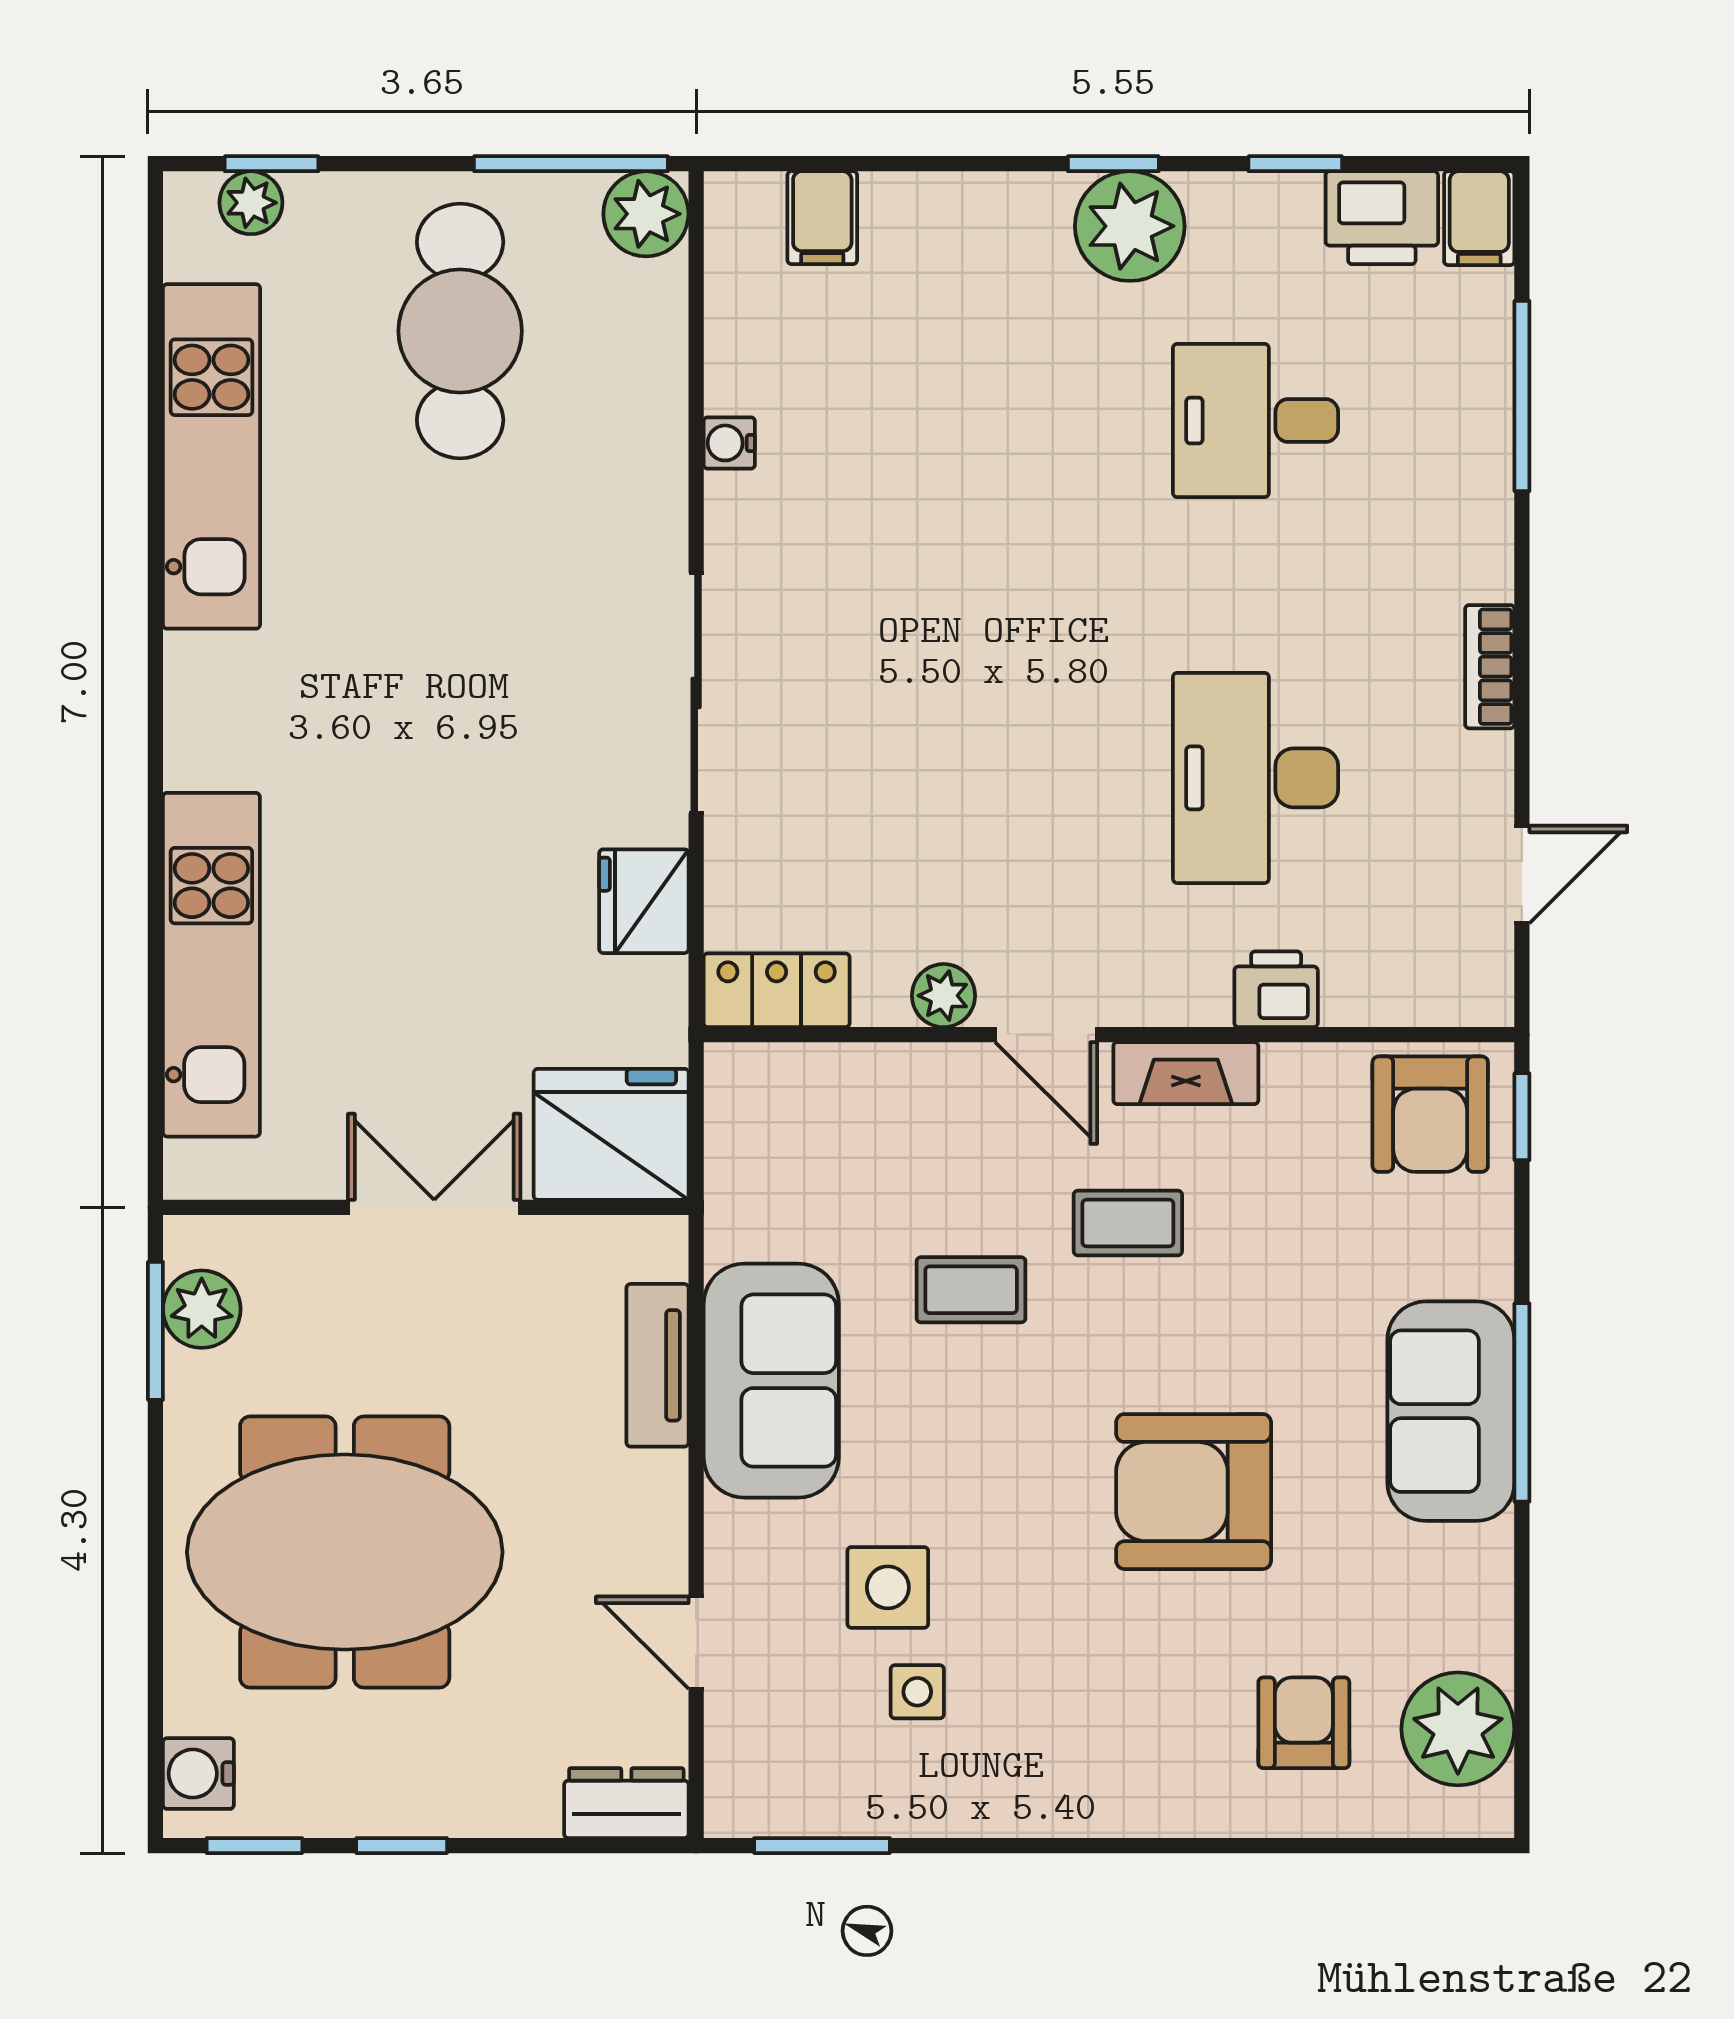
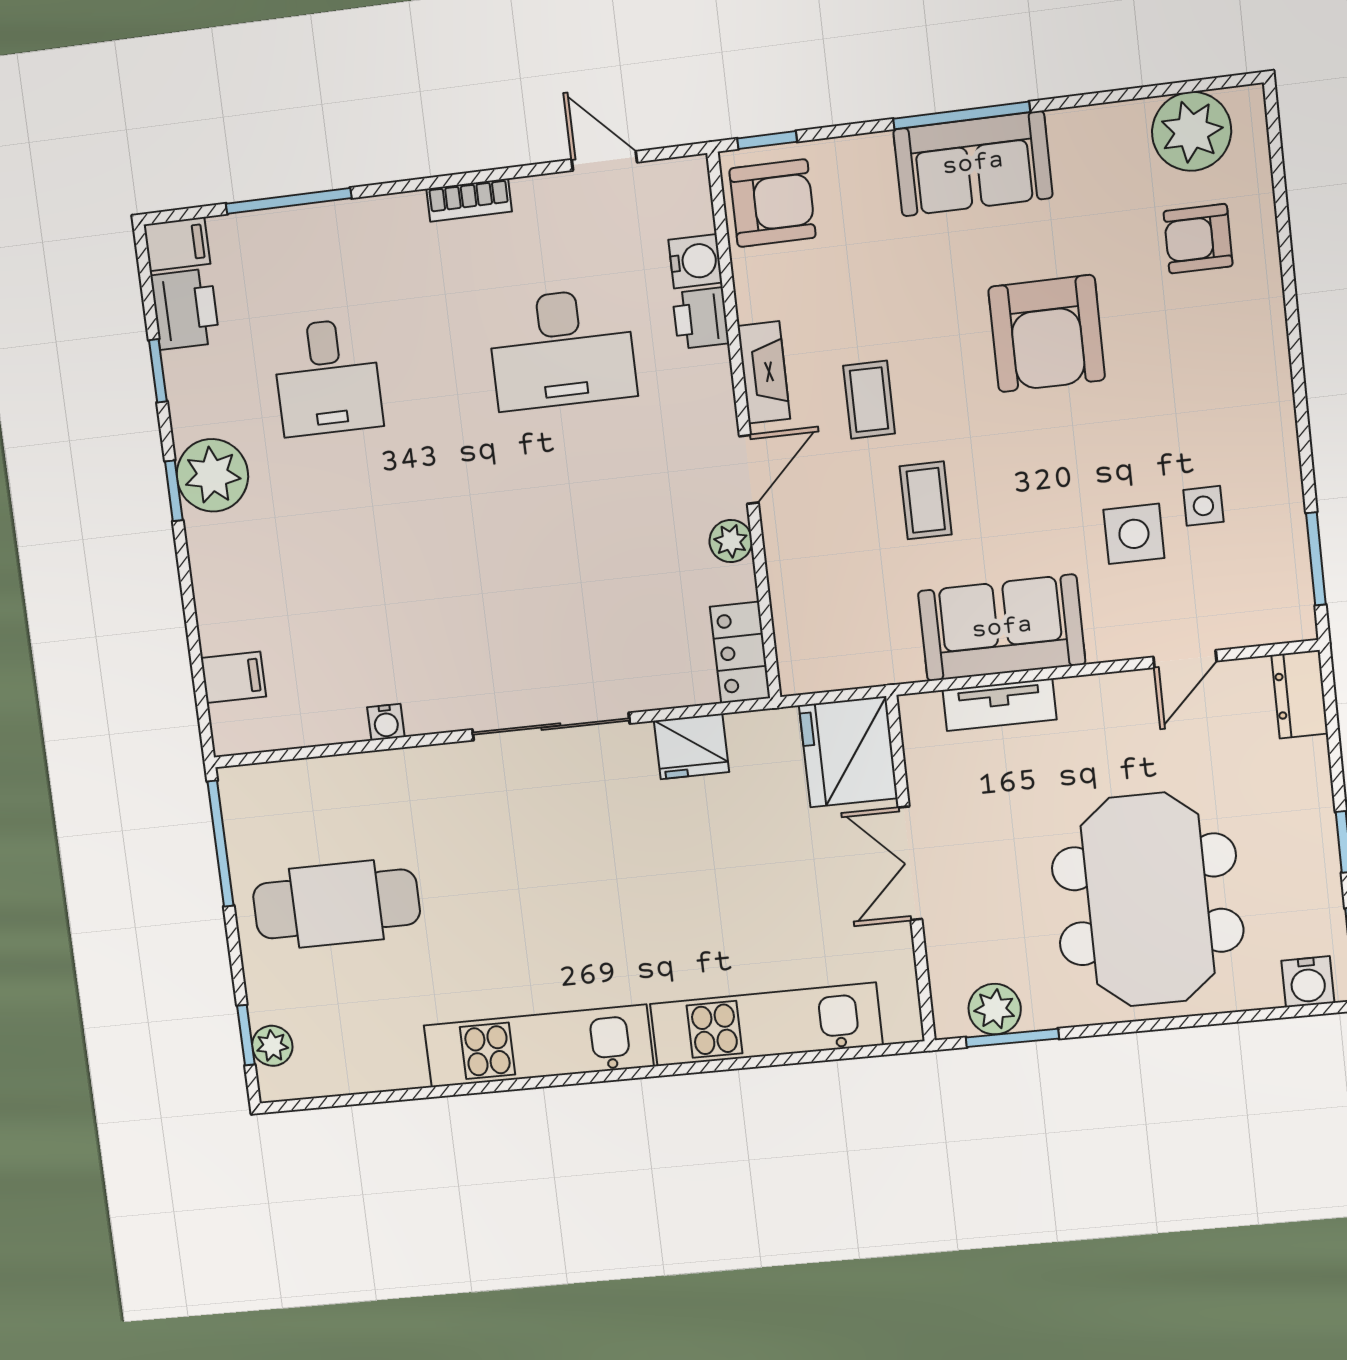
plant: (646, 214) -> (246, 792), removed
kitchen unit: (211, 456) -> (539, 1046), moved
water cooler: (1360, 991) -> (695, 261), added

